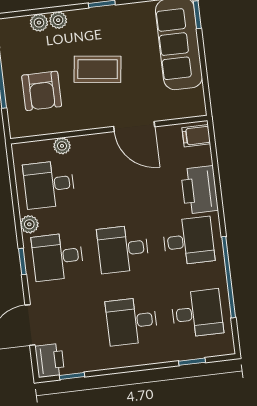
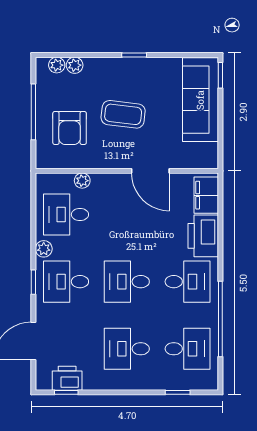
plant: (58, 20) -> (57, 65), moved
filing cabinet: (196, 136) -> (206, 195), width x2.00
printer: (50, 360) -> (67, 378), moved, turned -90

